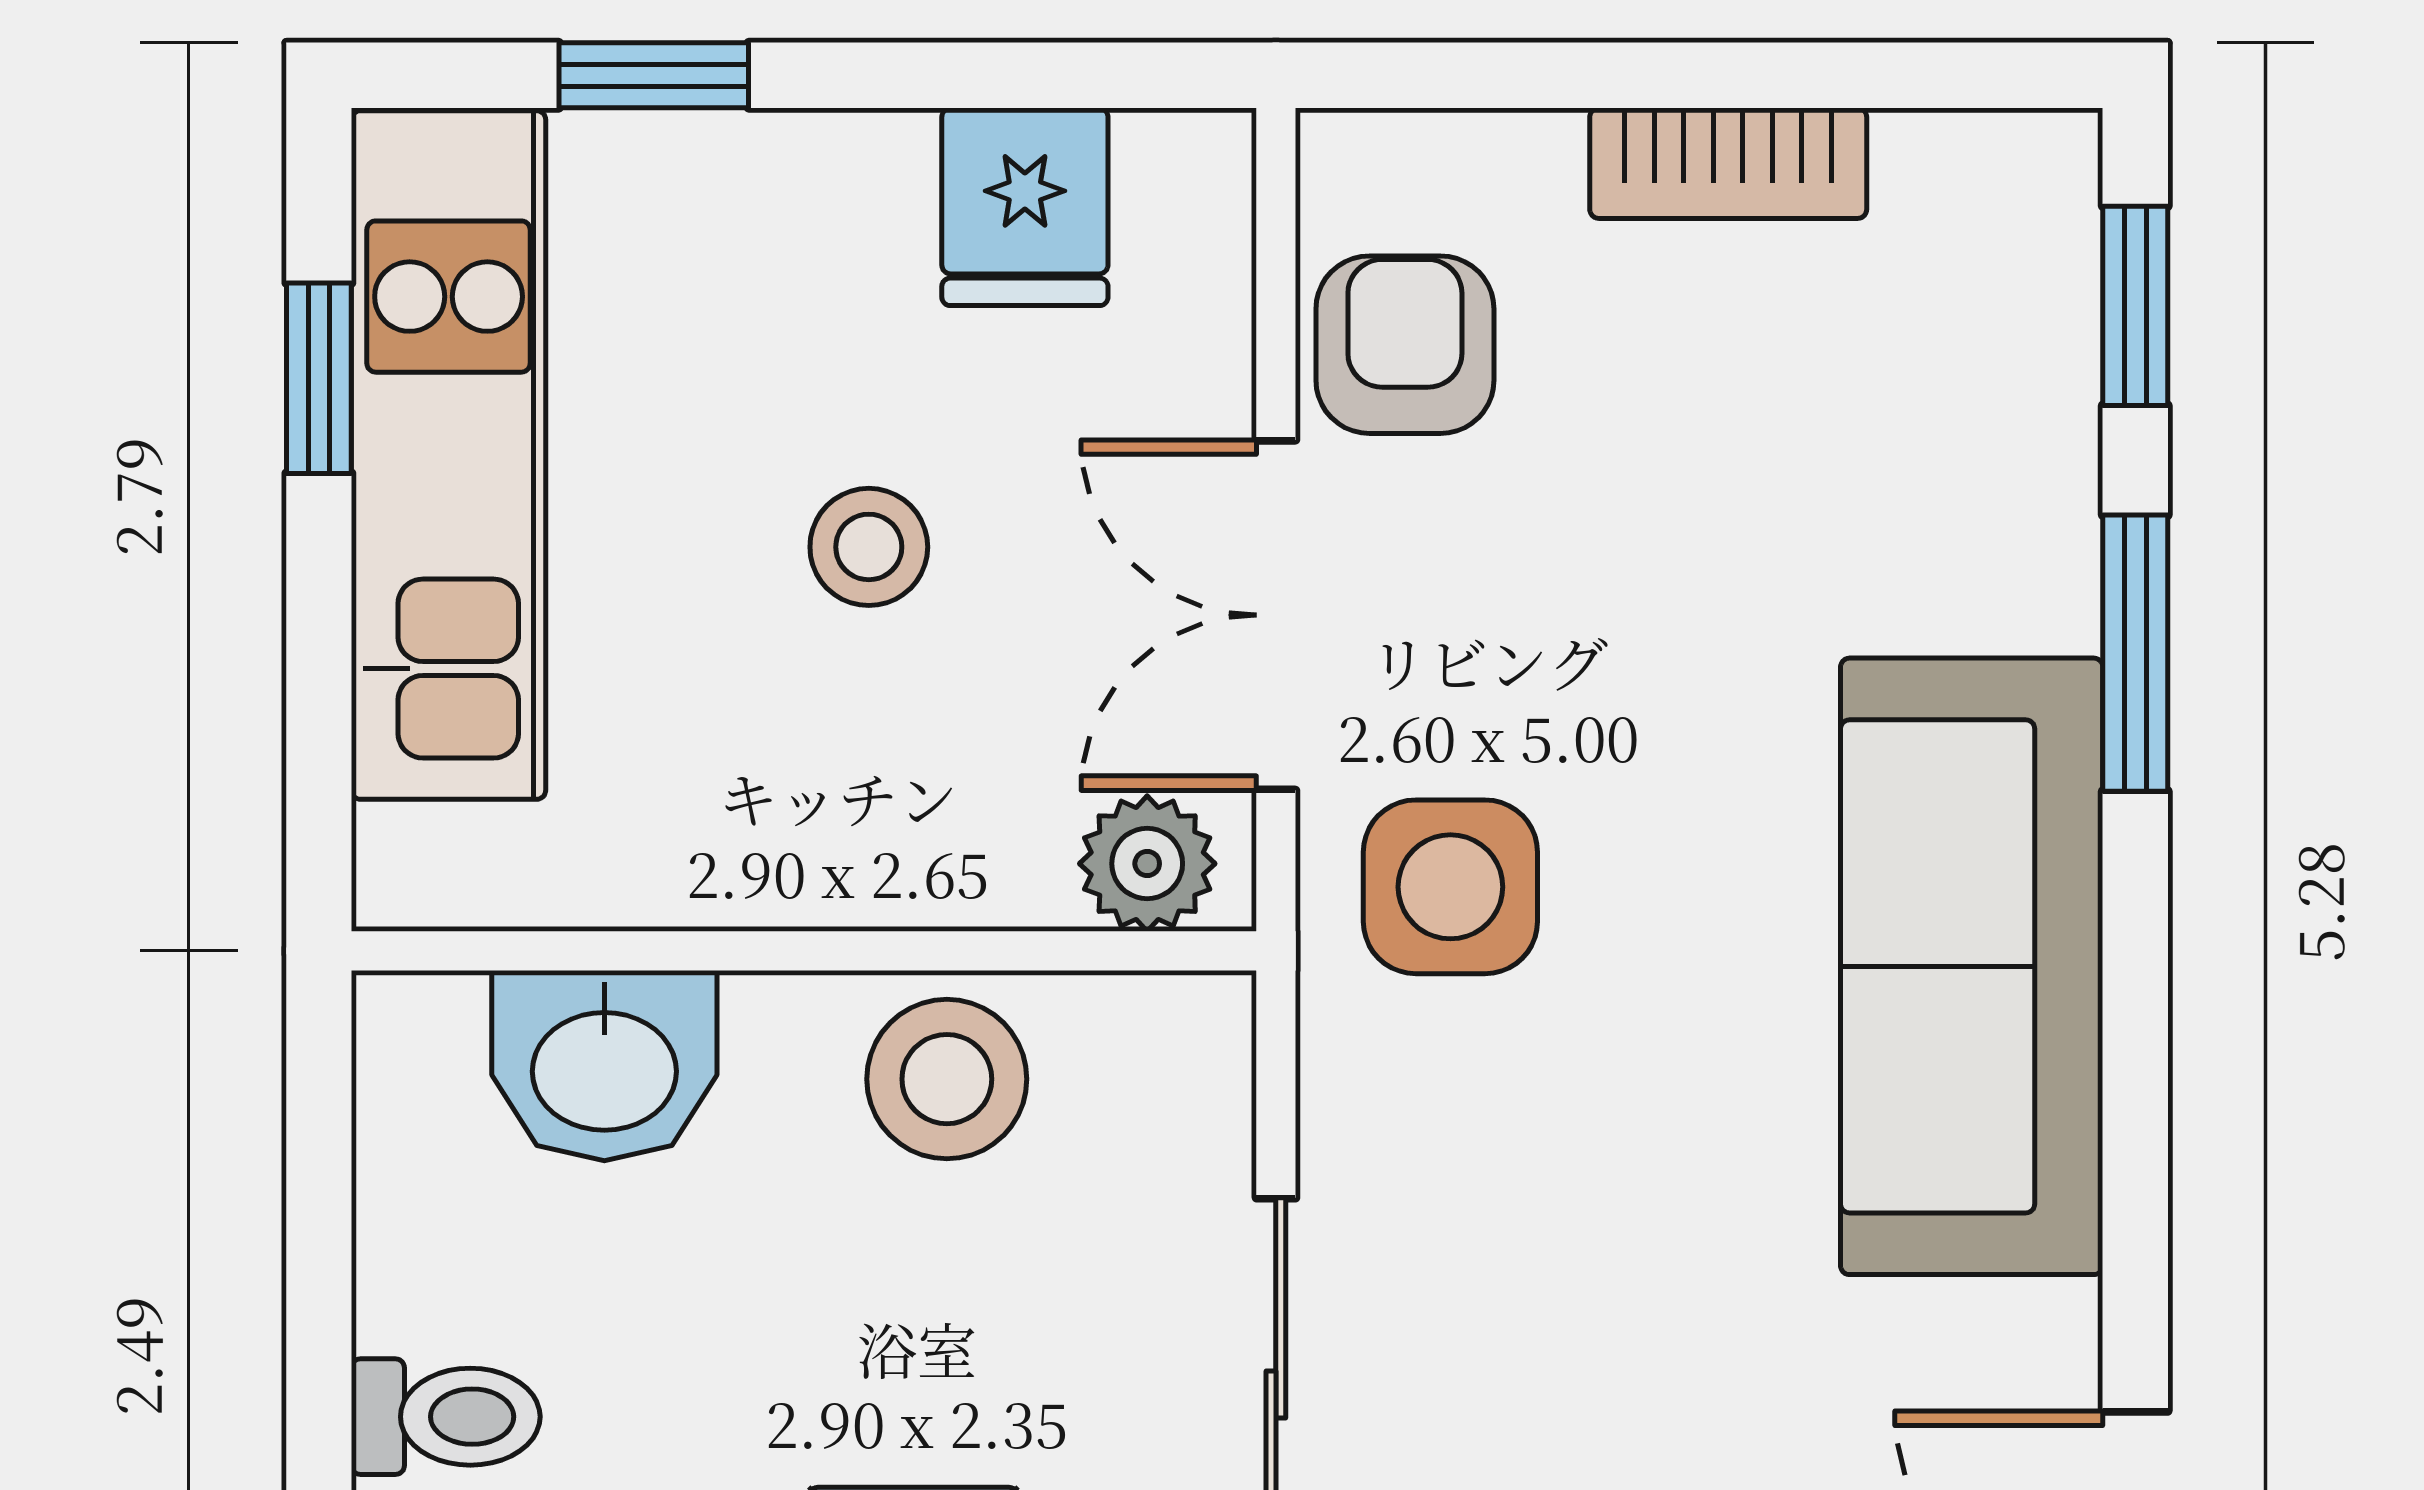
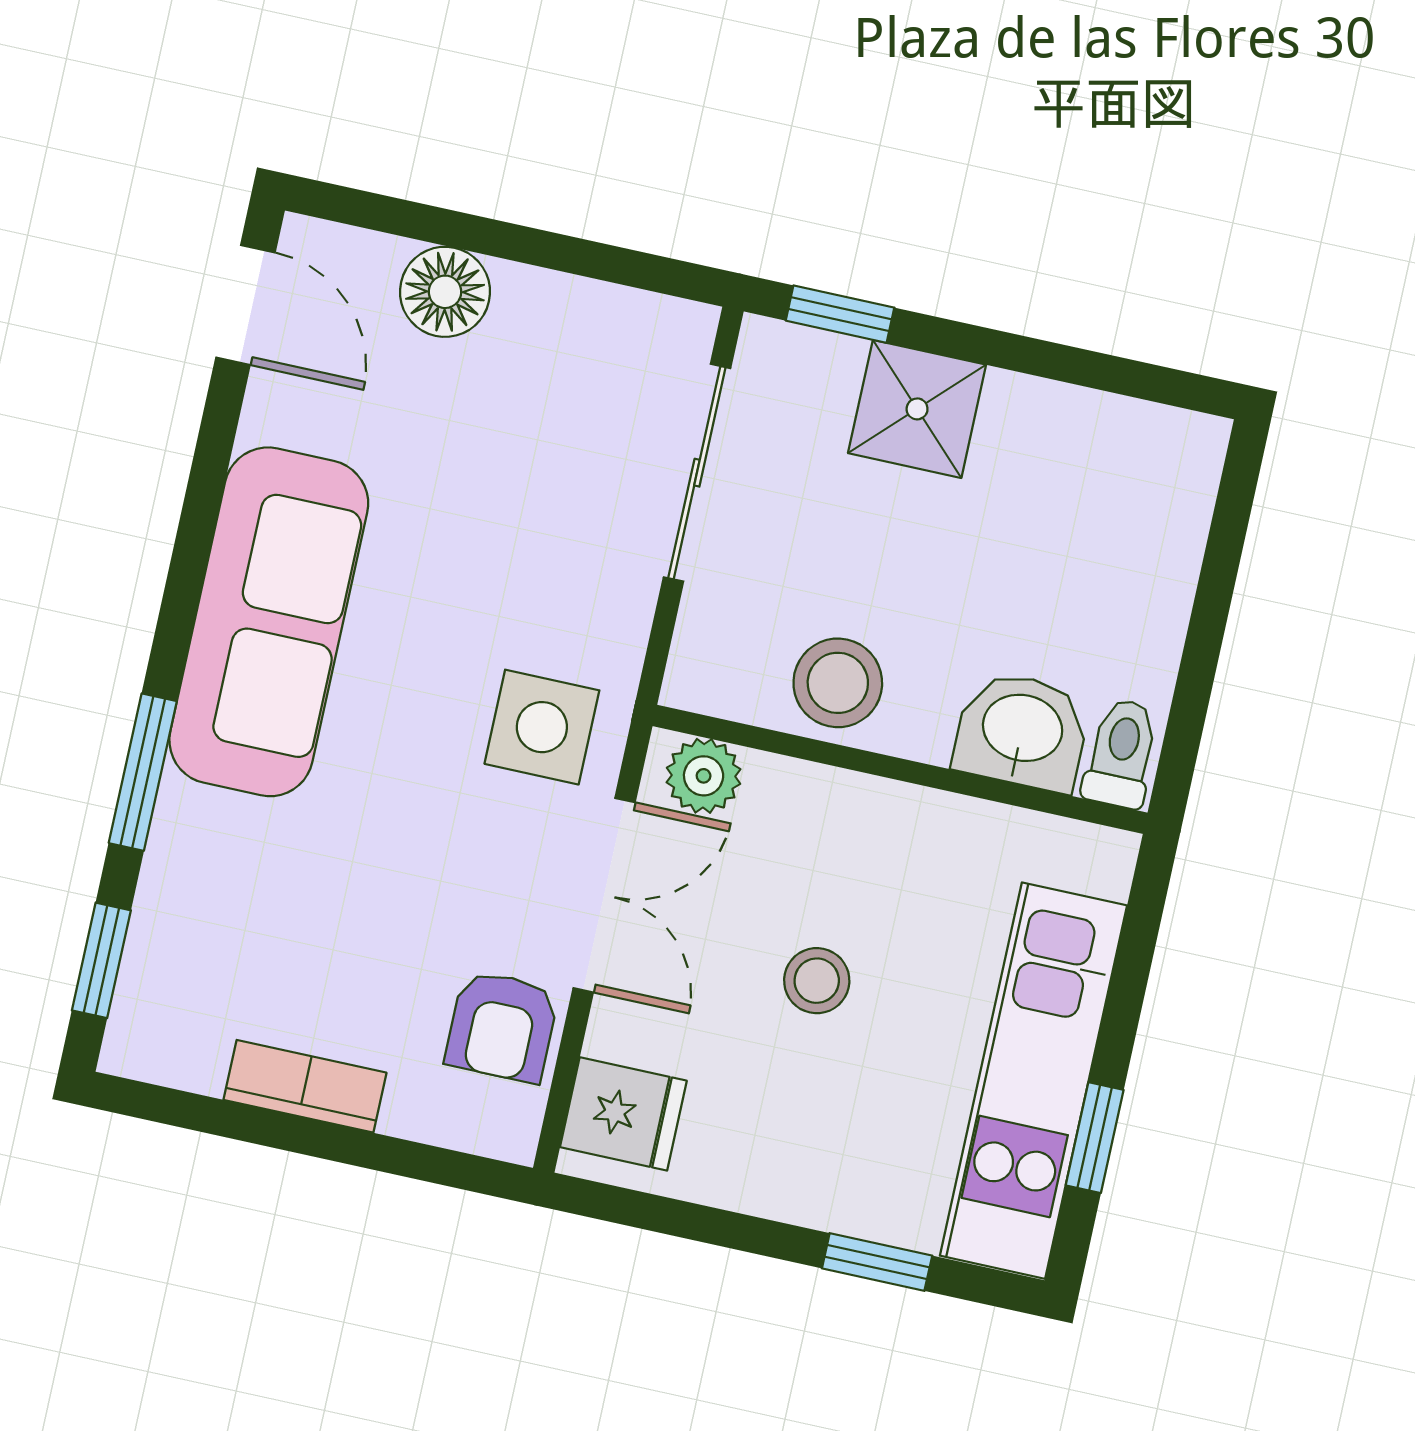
fridge: (1025, 207) -> (623, 1114), moved, turned 90
toilet: (446, 1417) -> (1121, 753), moved, turned 90

